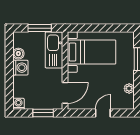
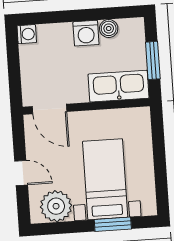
bed with nightstands: (92, 52) -> (105, 179), moved, turned 180
plant: (129, 88) -> (56, 206), width x1.88, depth x1.88
window: (43, 113) -> (14, 75), removed

